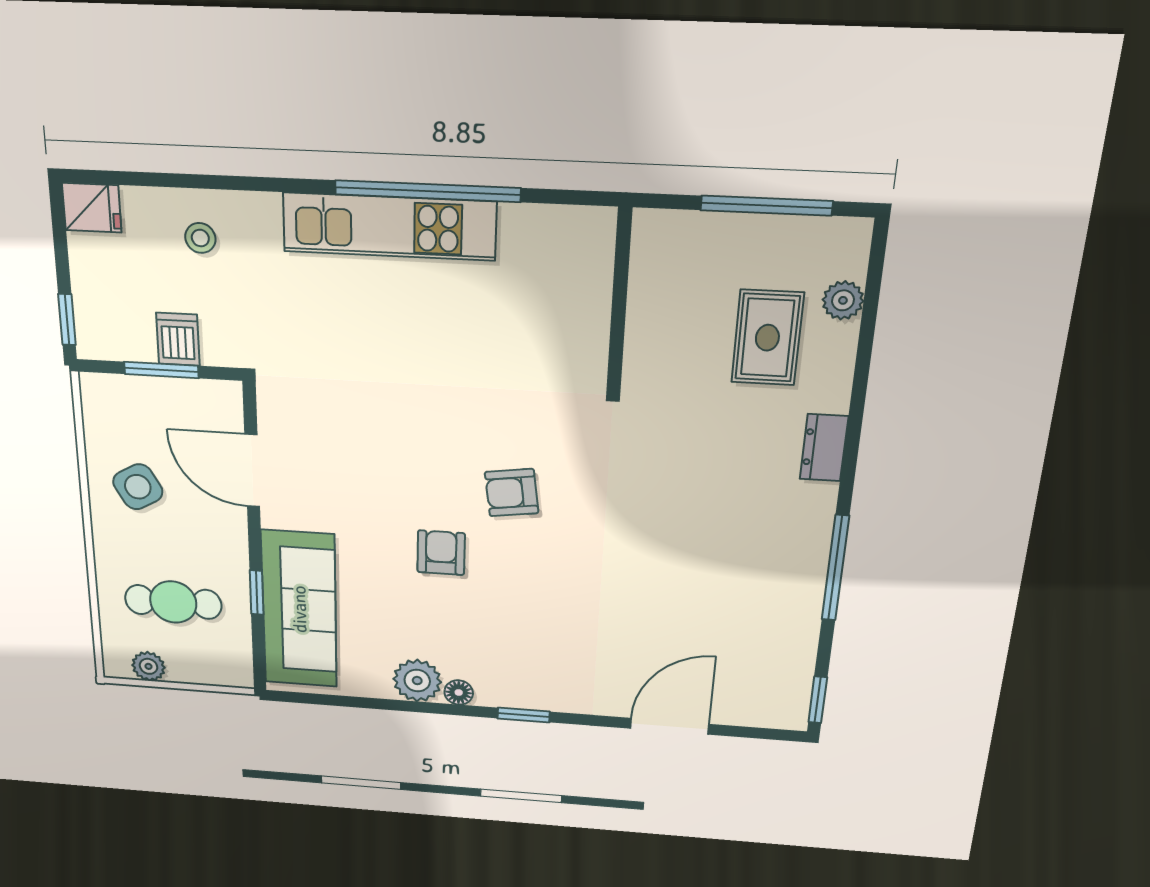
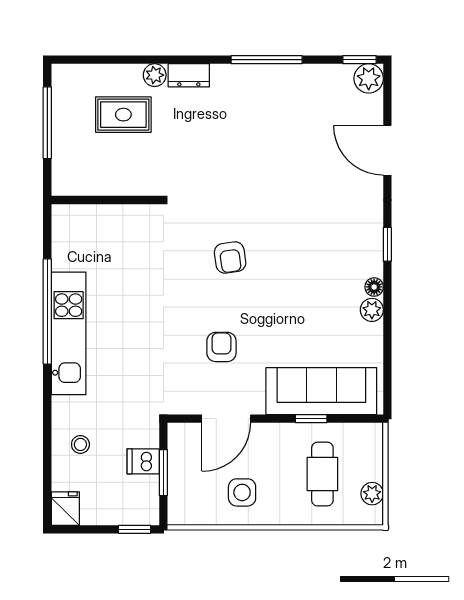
plant: (843, 300) -> (155, 75), moved
side table: (138, 487) -> (242, 492), turned 30
armchair: (441, 553) -> (221, 347), moved, turned 90
plant: (417, 681) -> (372, 310), width x0.73, depth x0.73
plant: (786, 710) -> (369, 78), added

